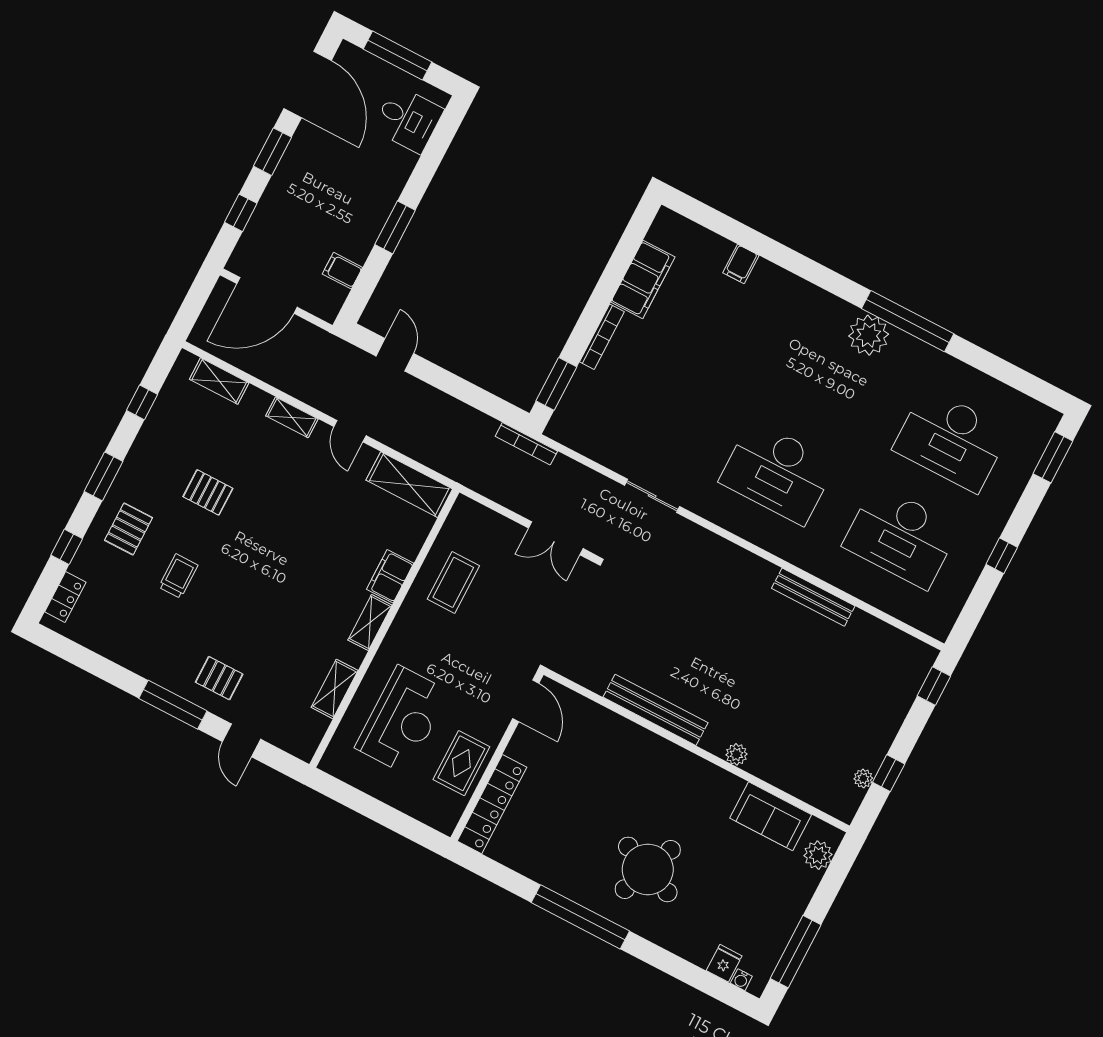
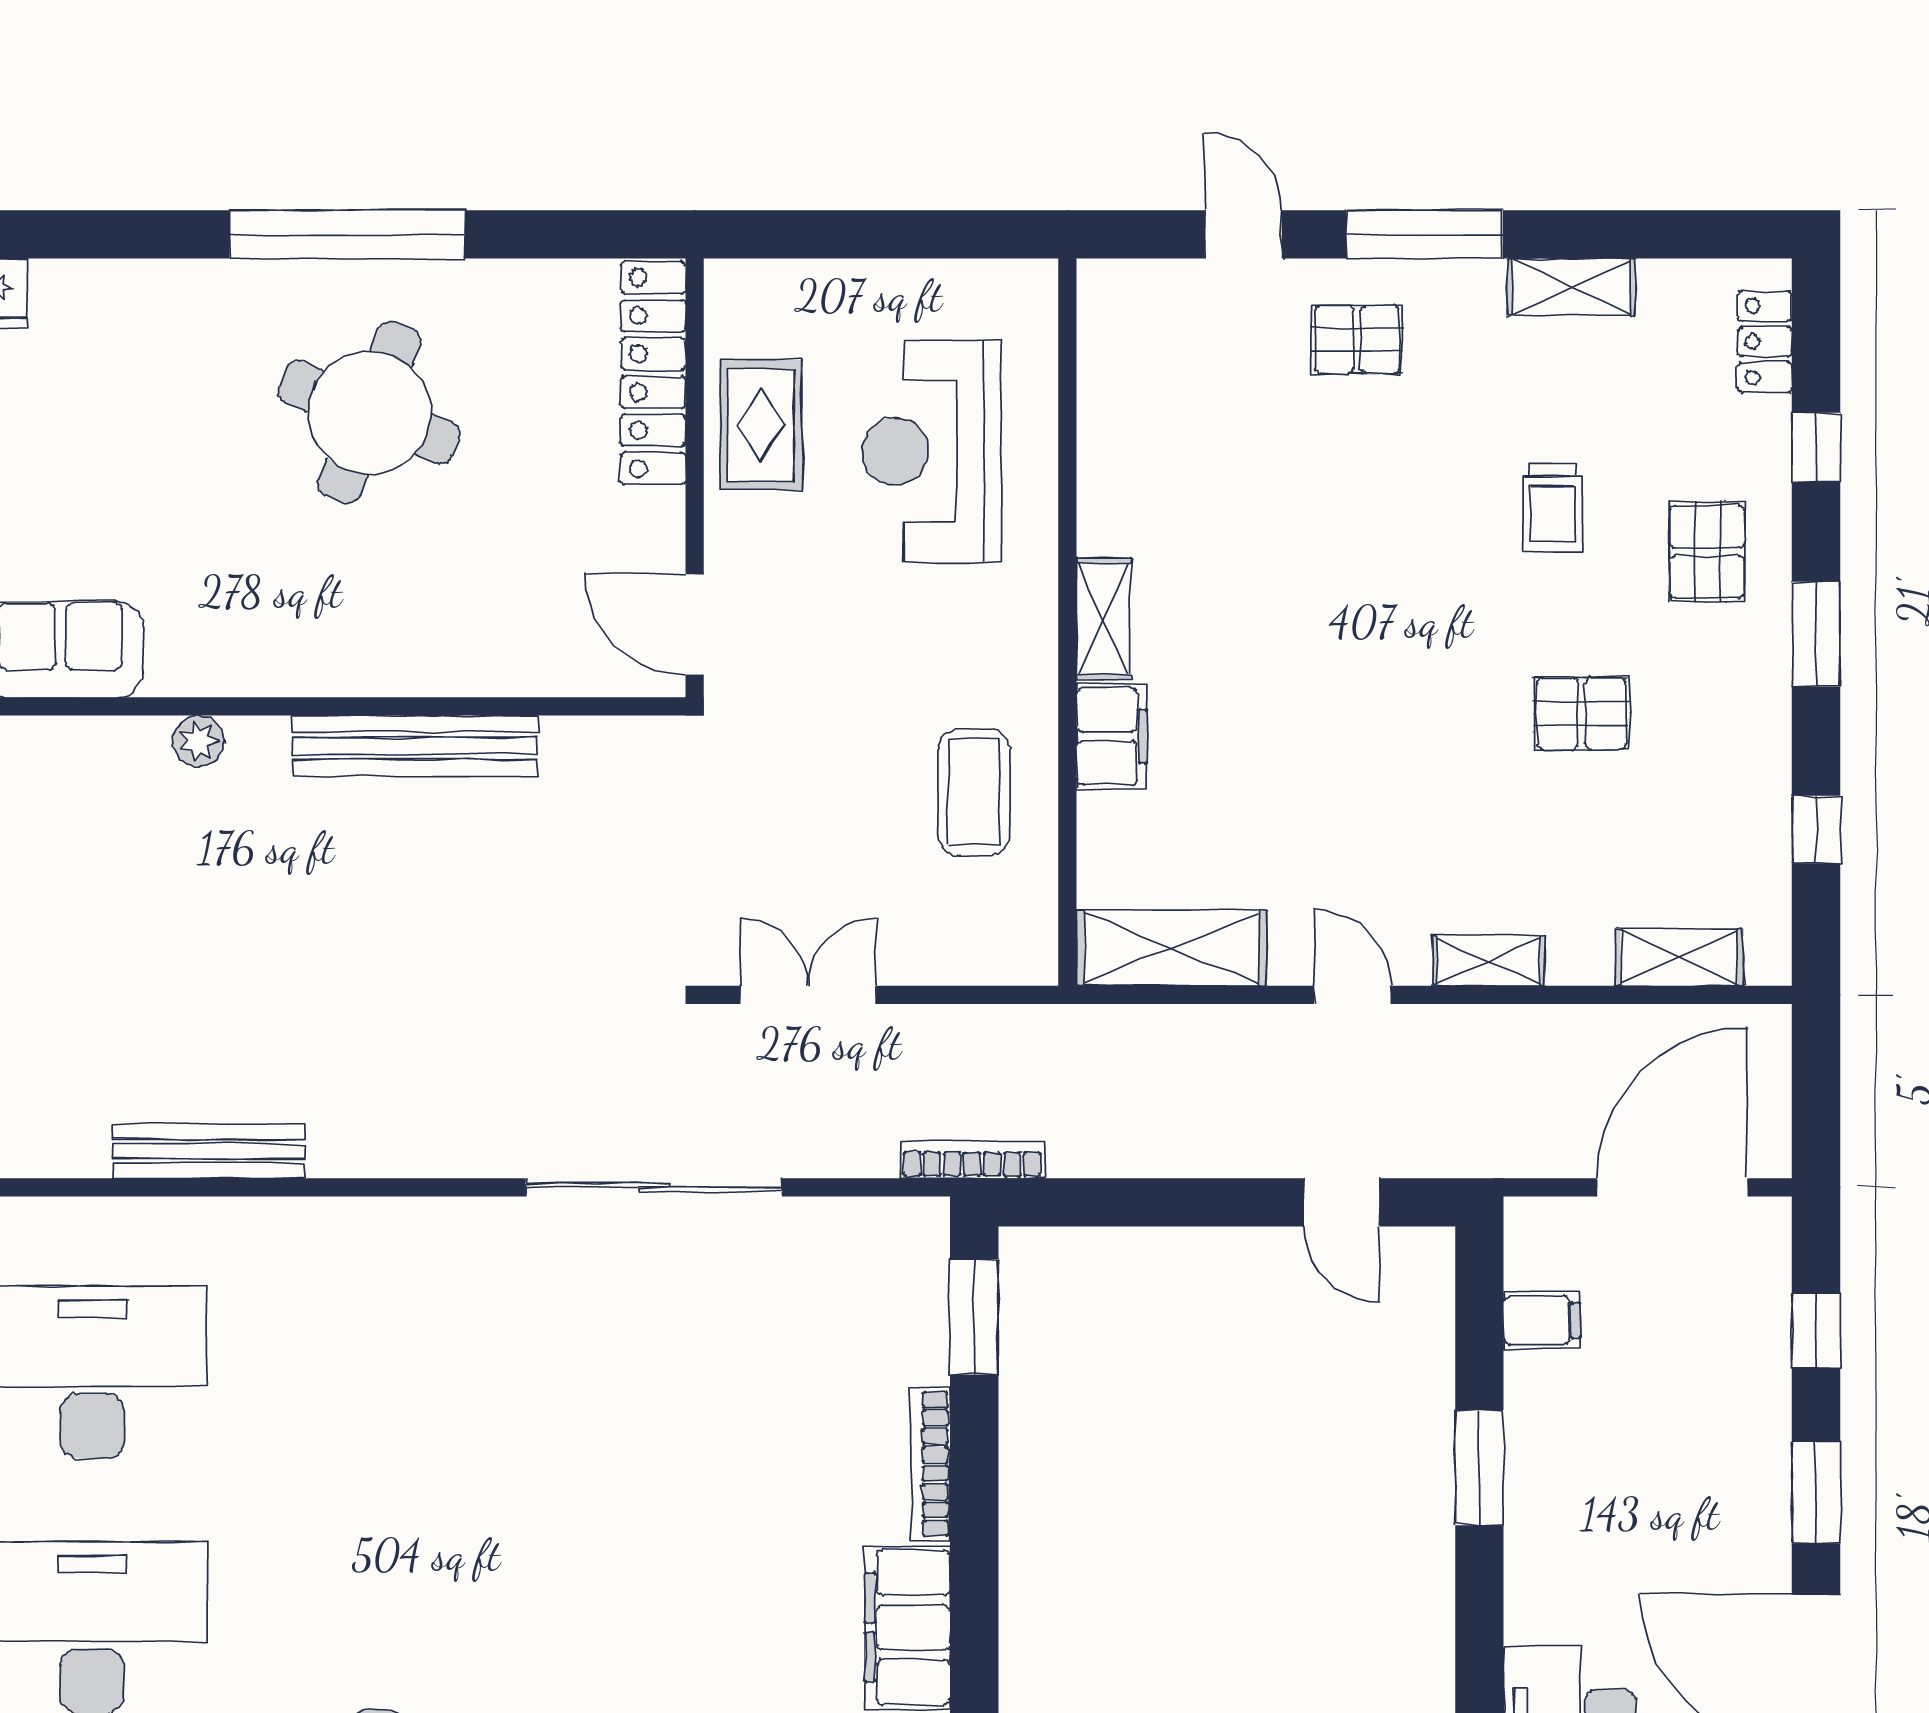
desk: (778, 472) -> (418, 1372), removed
sliding door: (652, 496) -> (654, 1187), width x1.86
shelving: (335, 689) -> (1571, 287), moved, turned 90
round table: (648, 869) -> (369, 413), moved

